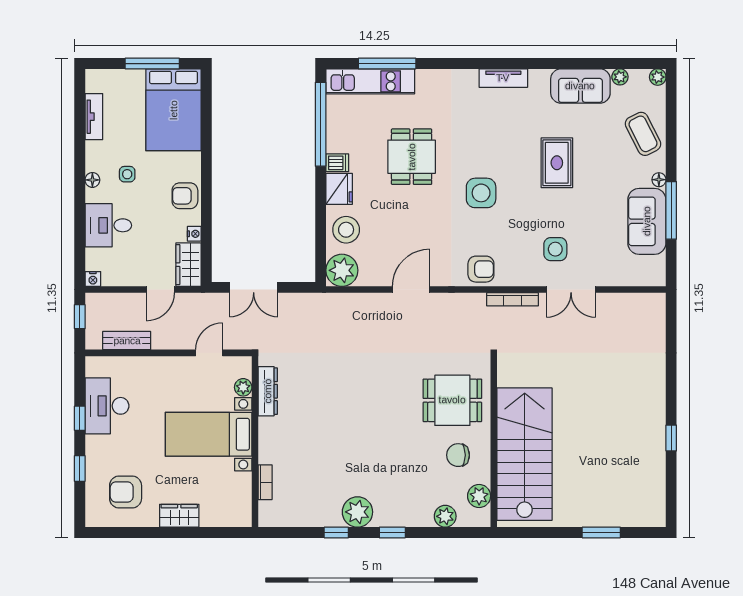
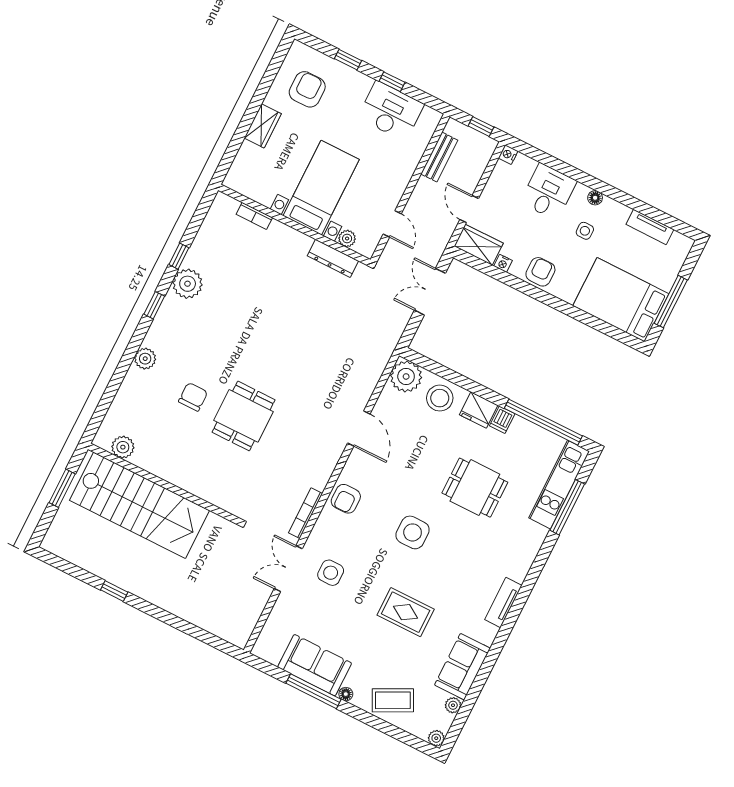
wall: (494, 442) -> (164, 484), moved
stairs: (525, 454) -> (140, 505), moved
plant: (479, 496) -> (123, 447), moved

